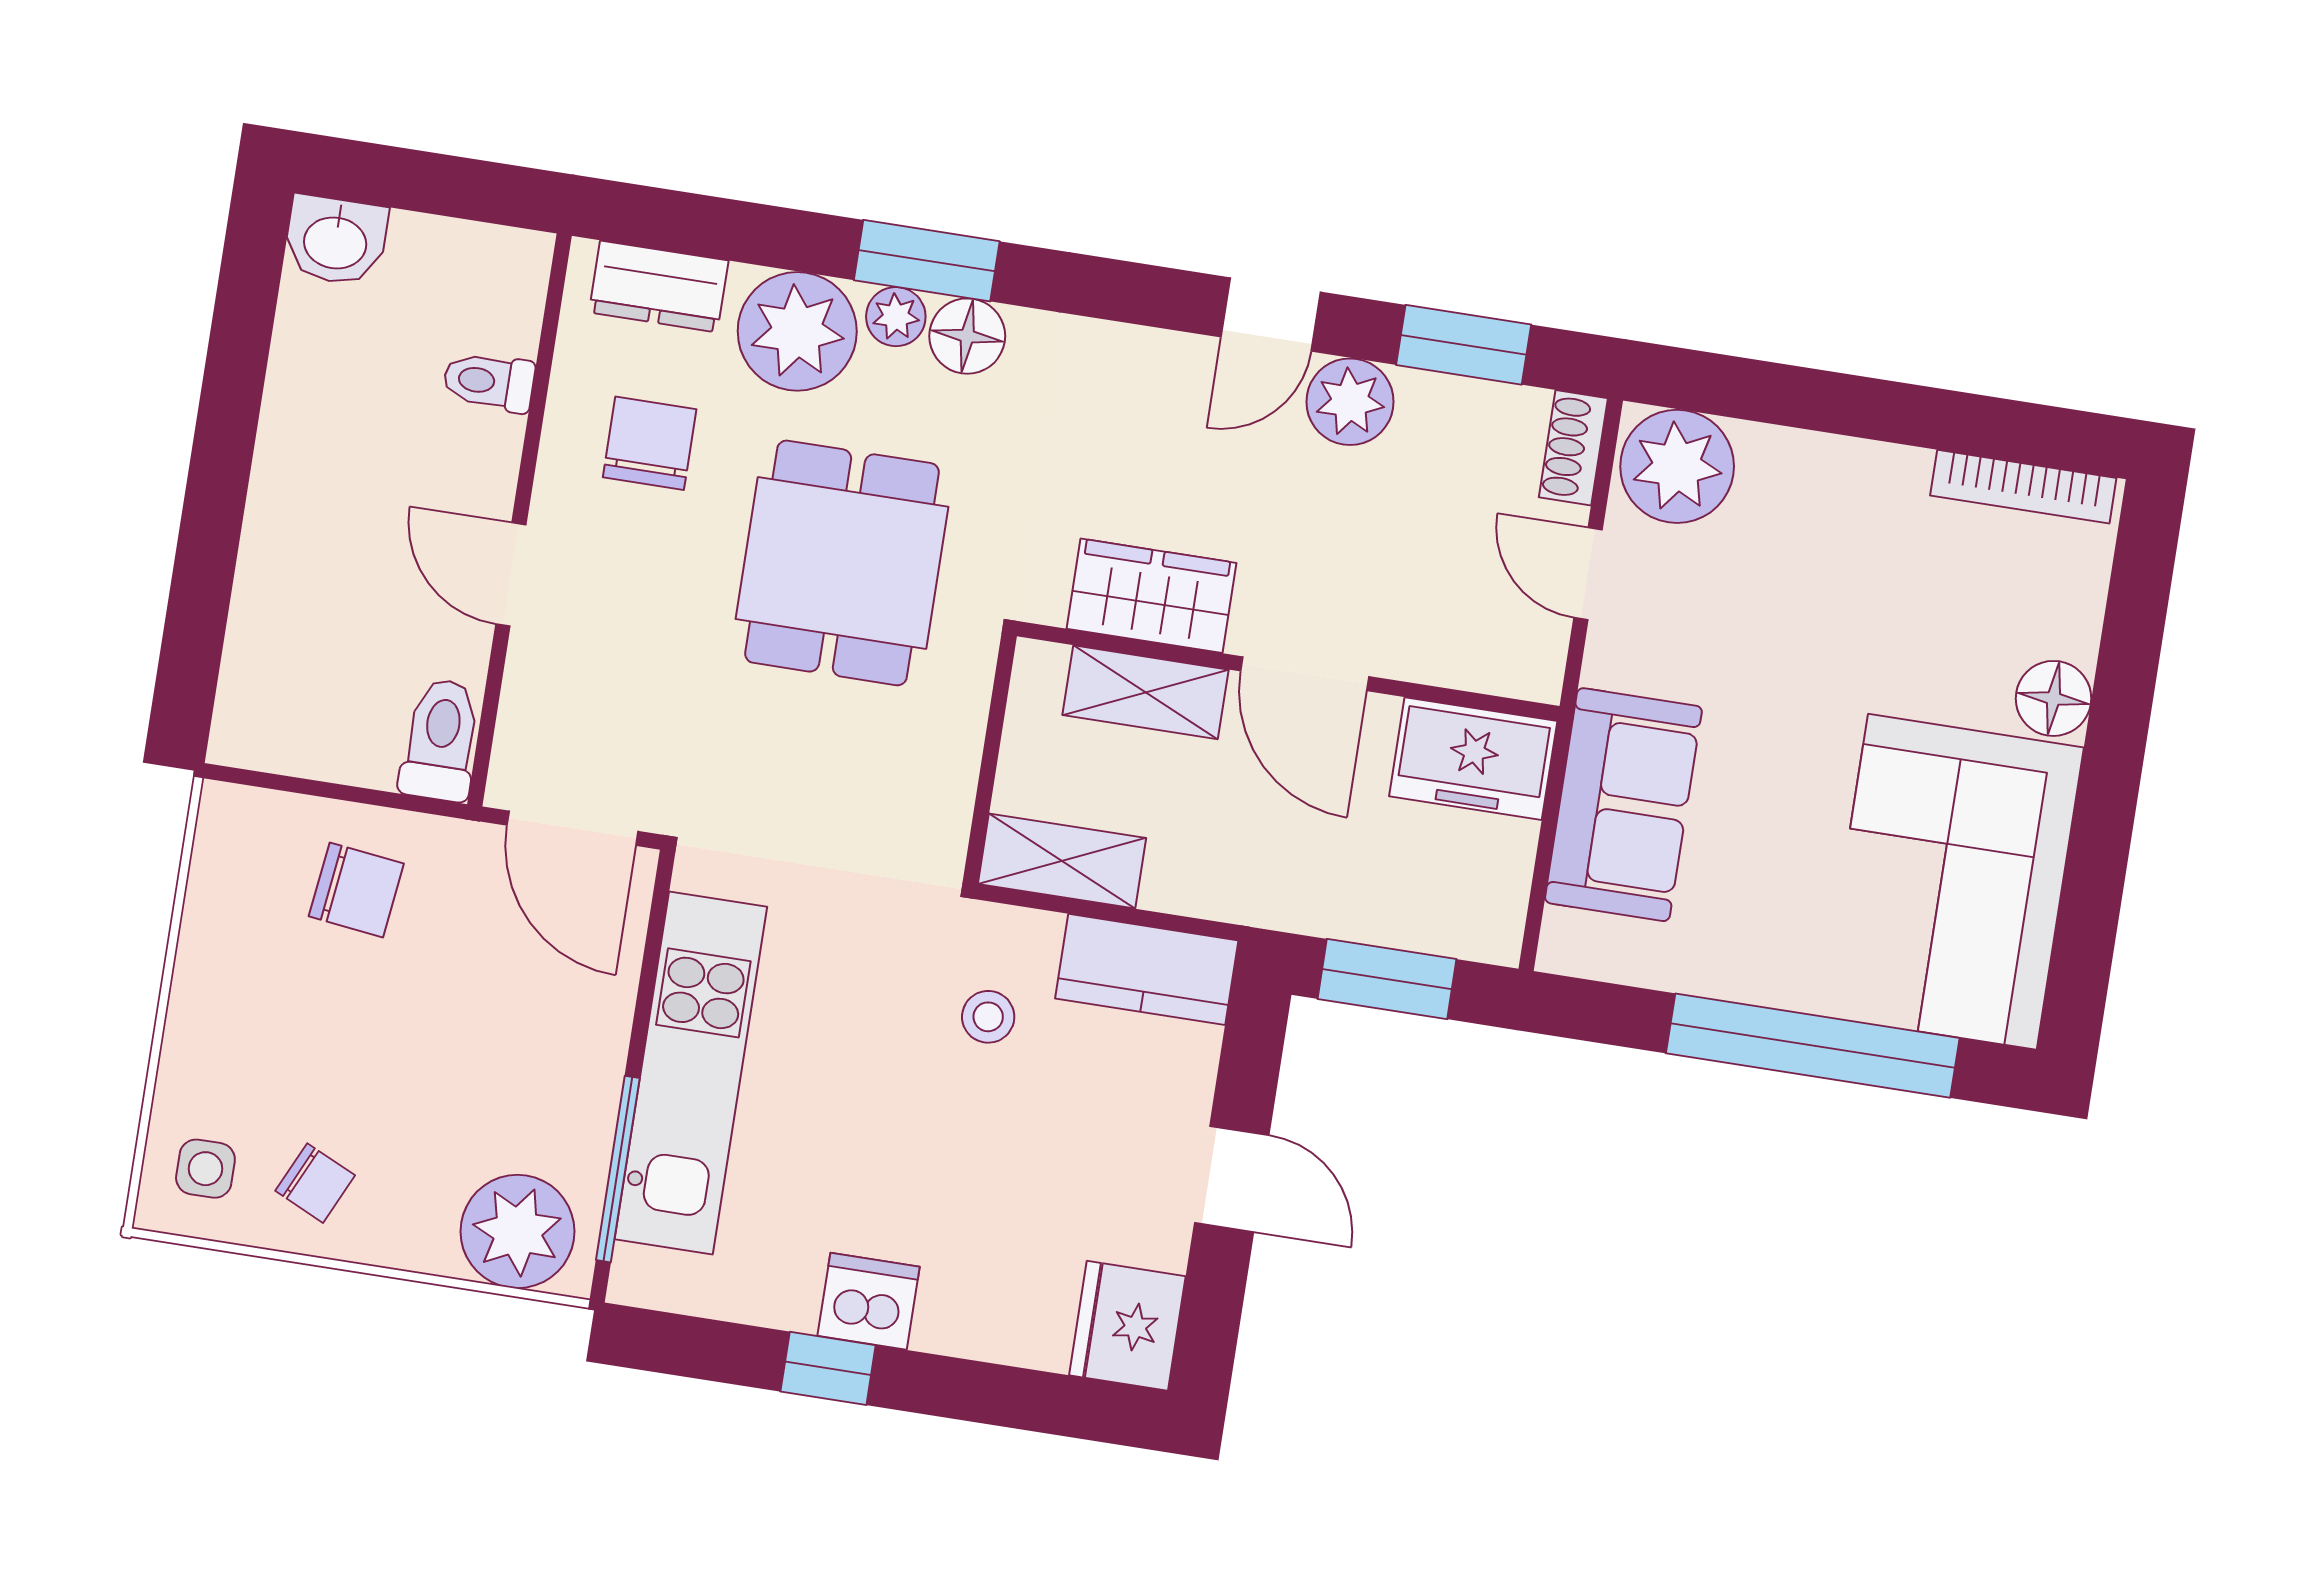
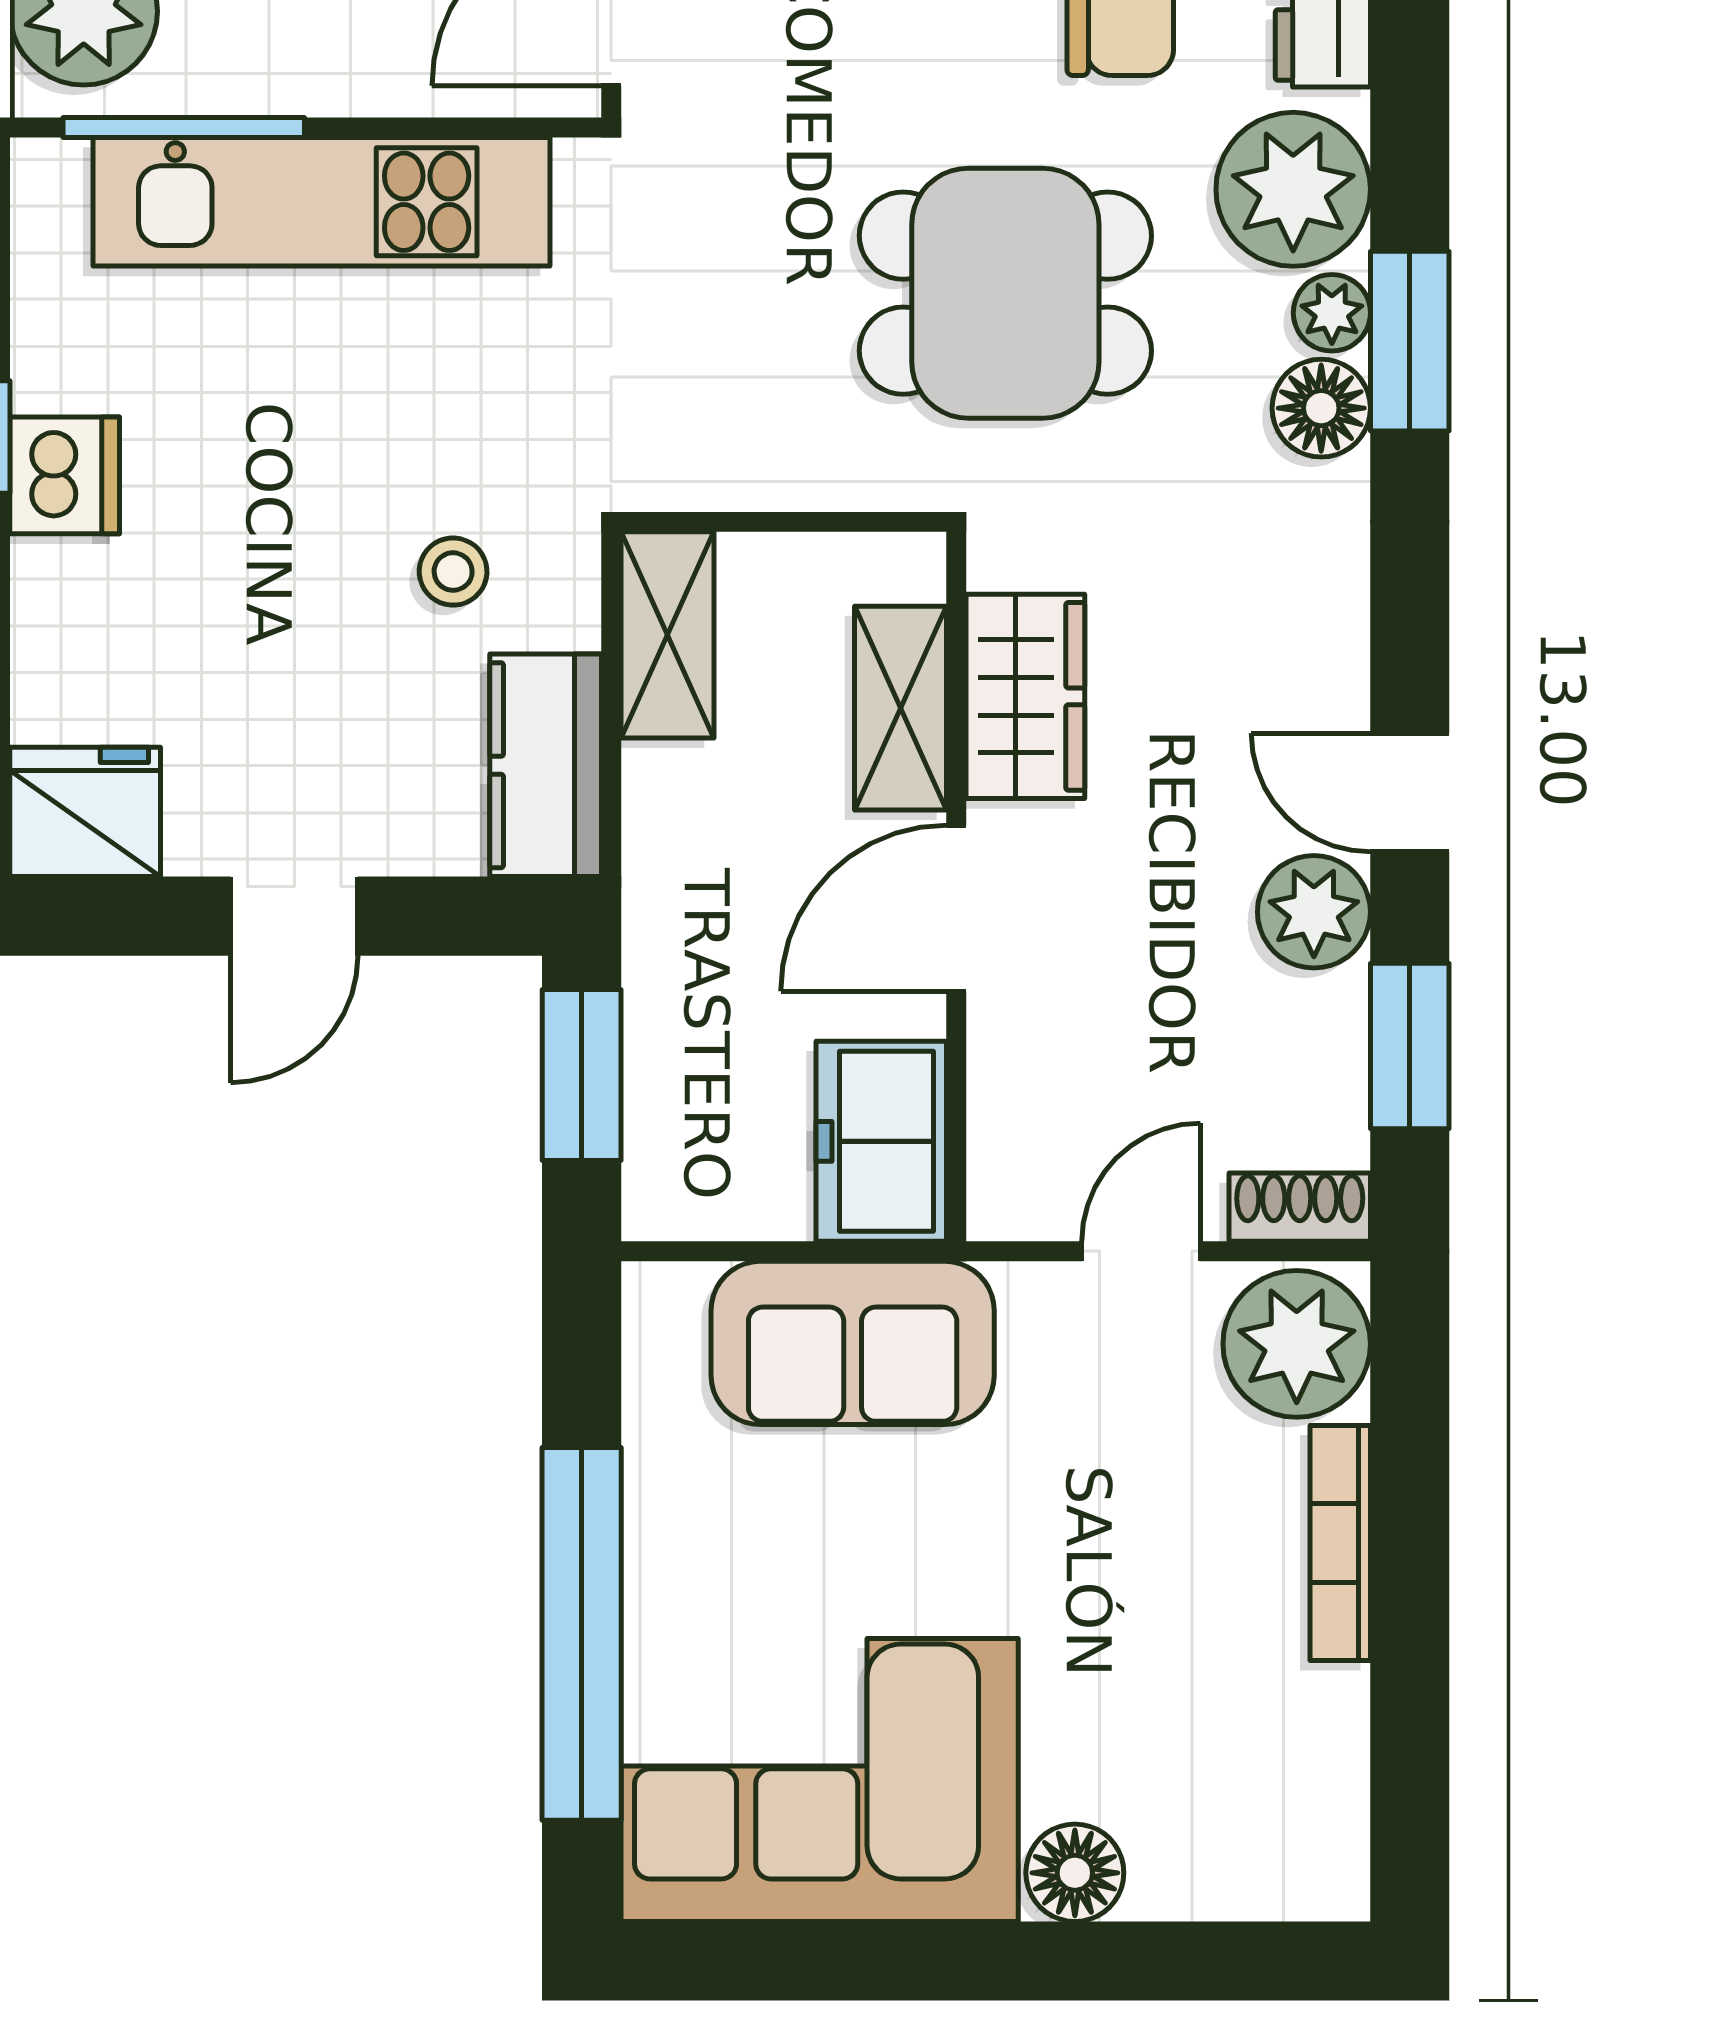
bookcase: (2023, 487) -> (1340, 1543), moved

